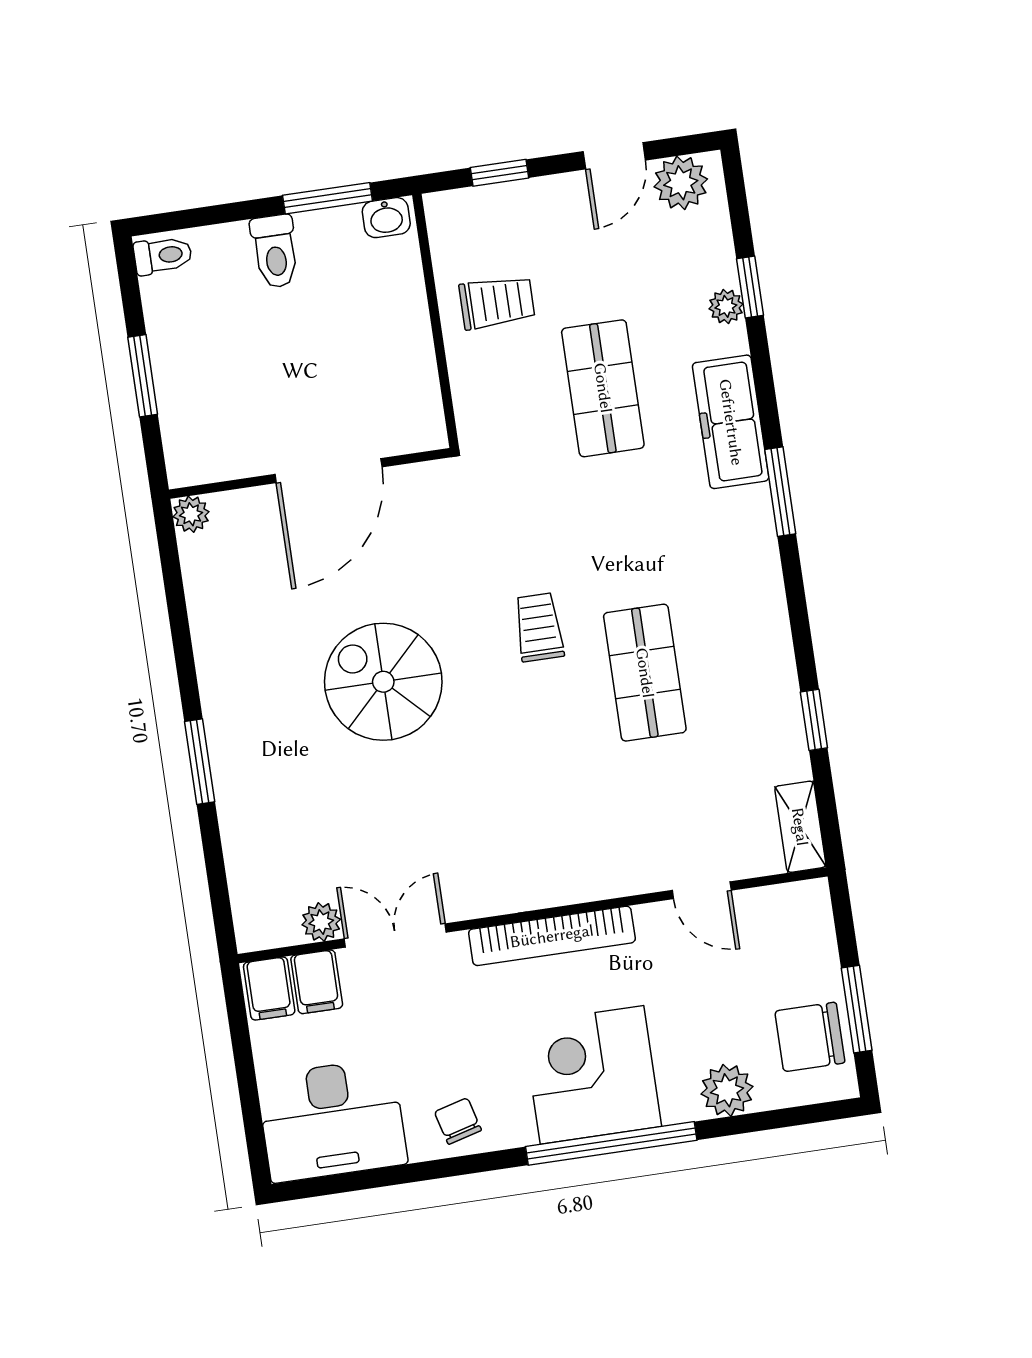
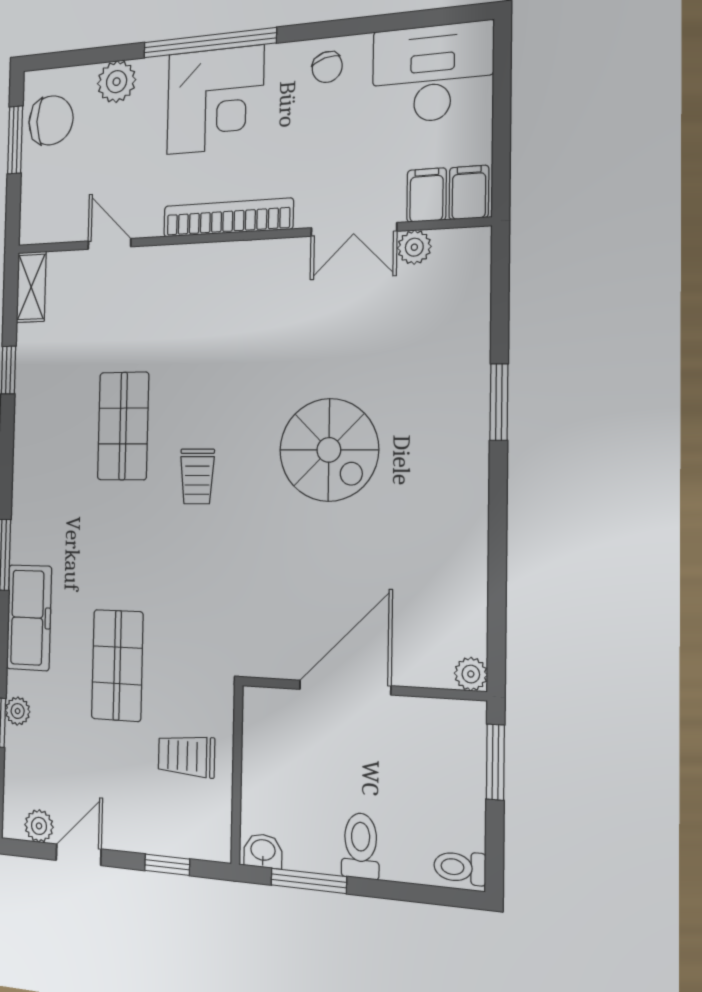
plant: (681, 183) -> (39, 826), width x0.73, depth x0.73
door: (328, 471) -> (345, 688), moved
wall: (310, 473) -> (361, 689), moved
plant: (191, 514) -> (471, 674), moved

